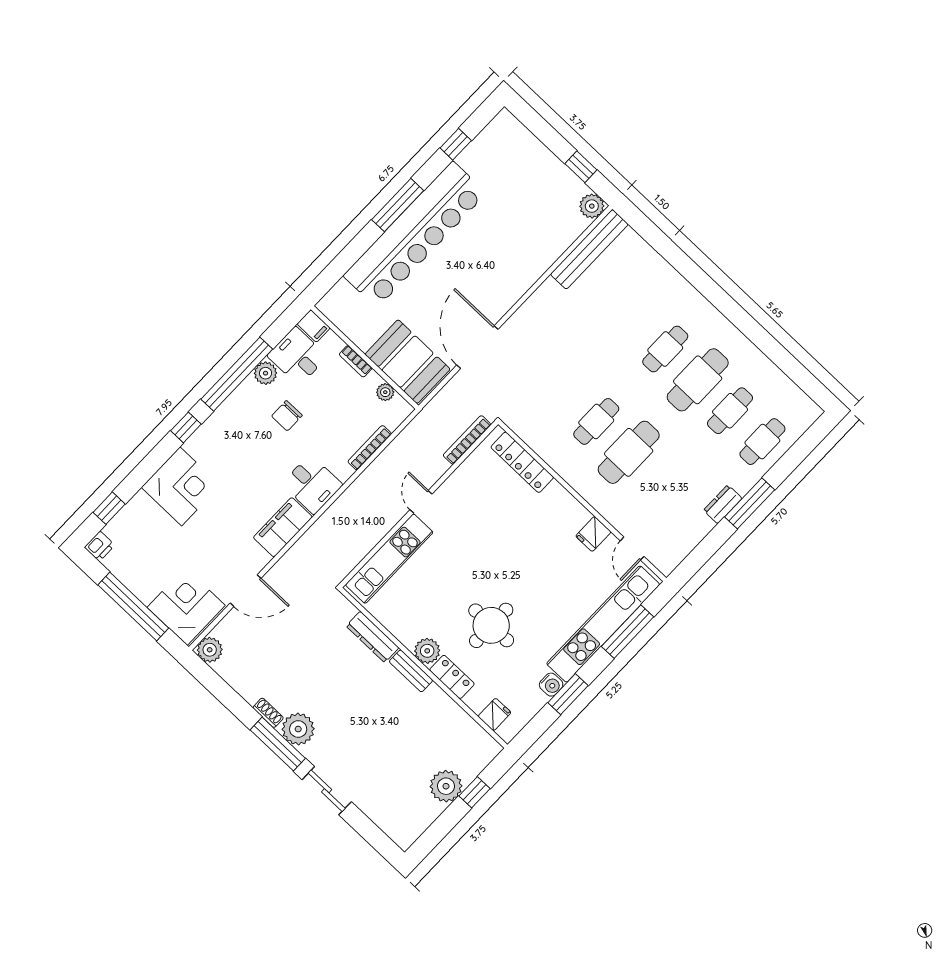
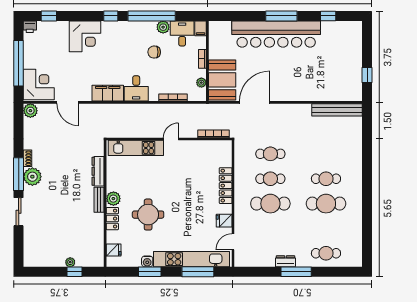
plant: (592, 206) -> (355, 94), removed
cafe table: (730, 411) -> (270, 154), moved
locker: (522, 462) -> (226, 186), moved
plant: (446, 786) -> (70, 262), width x0.53, depth x0.53

